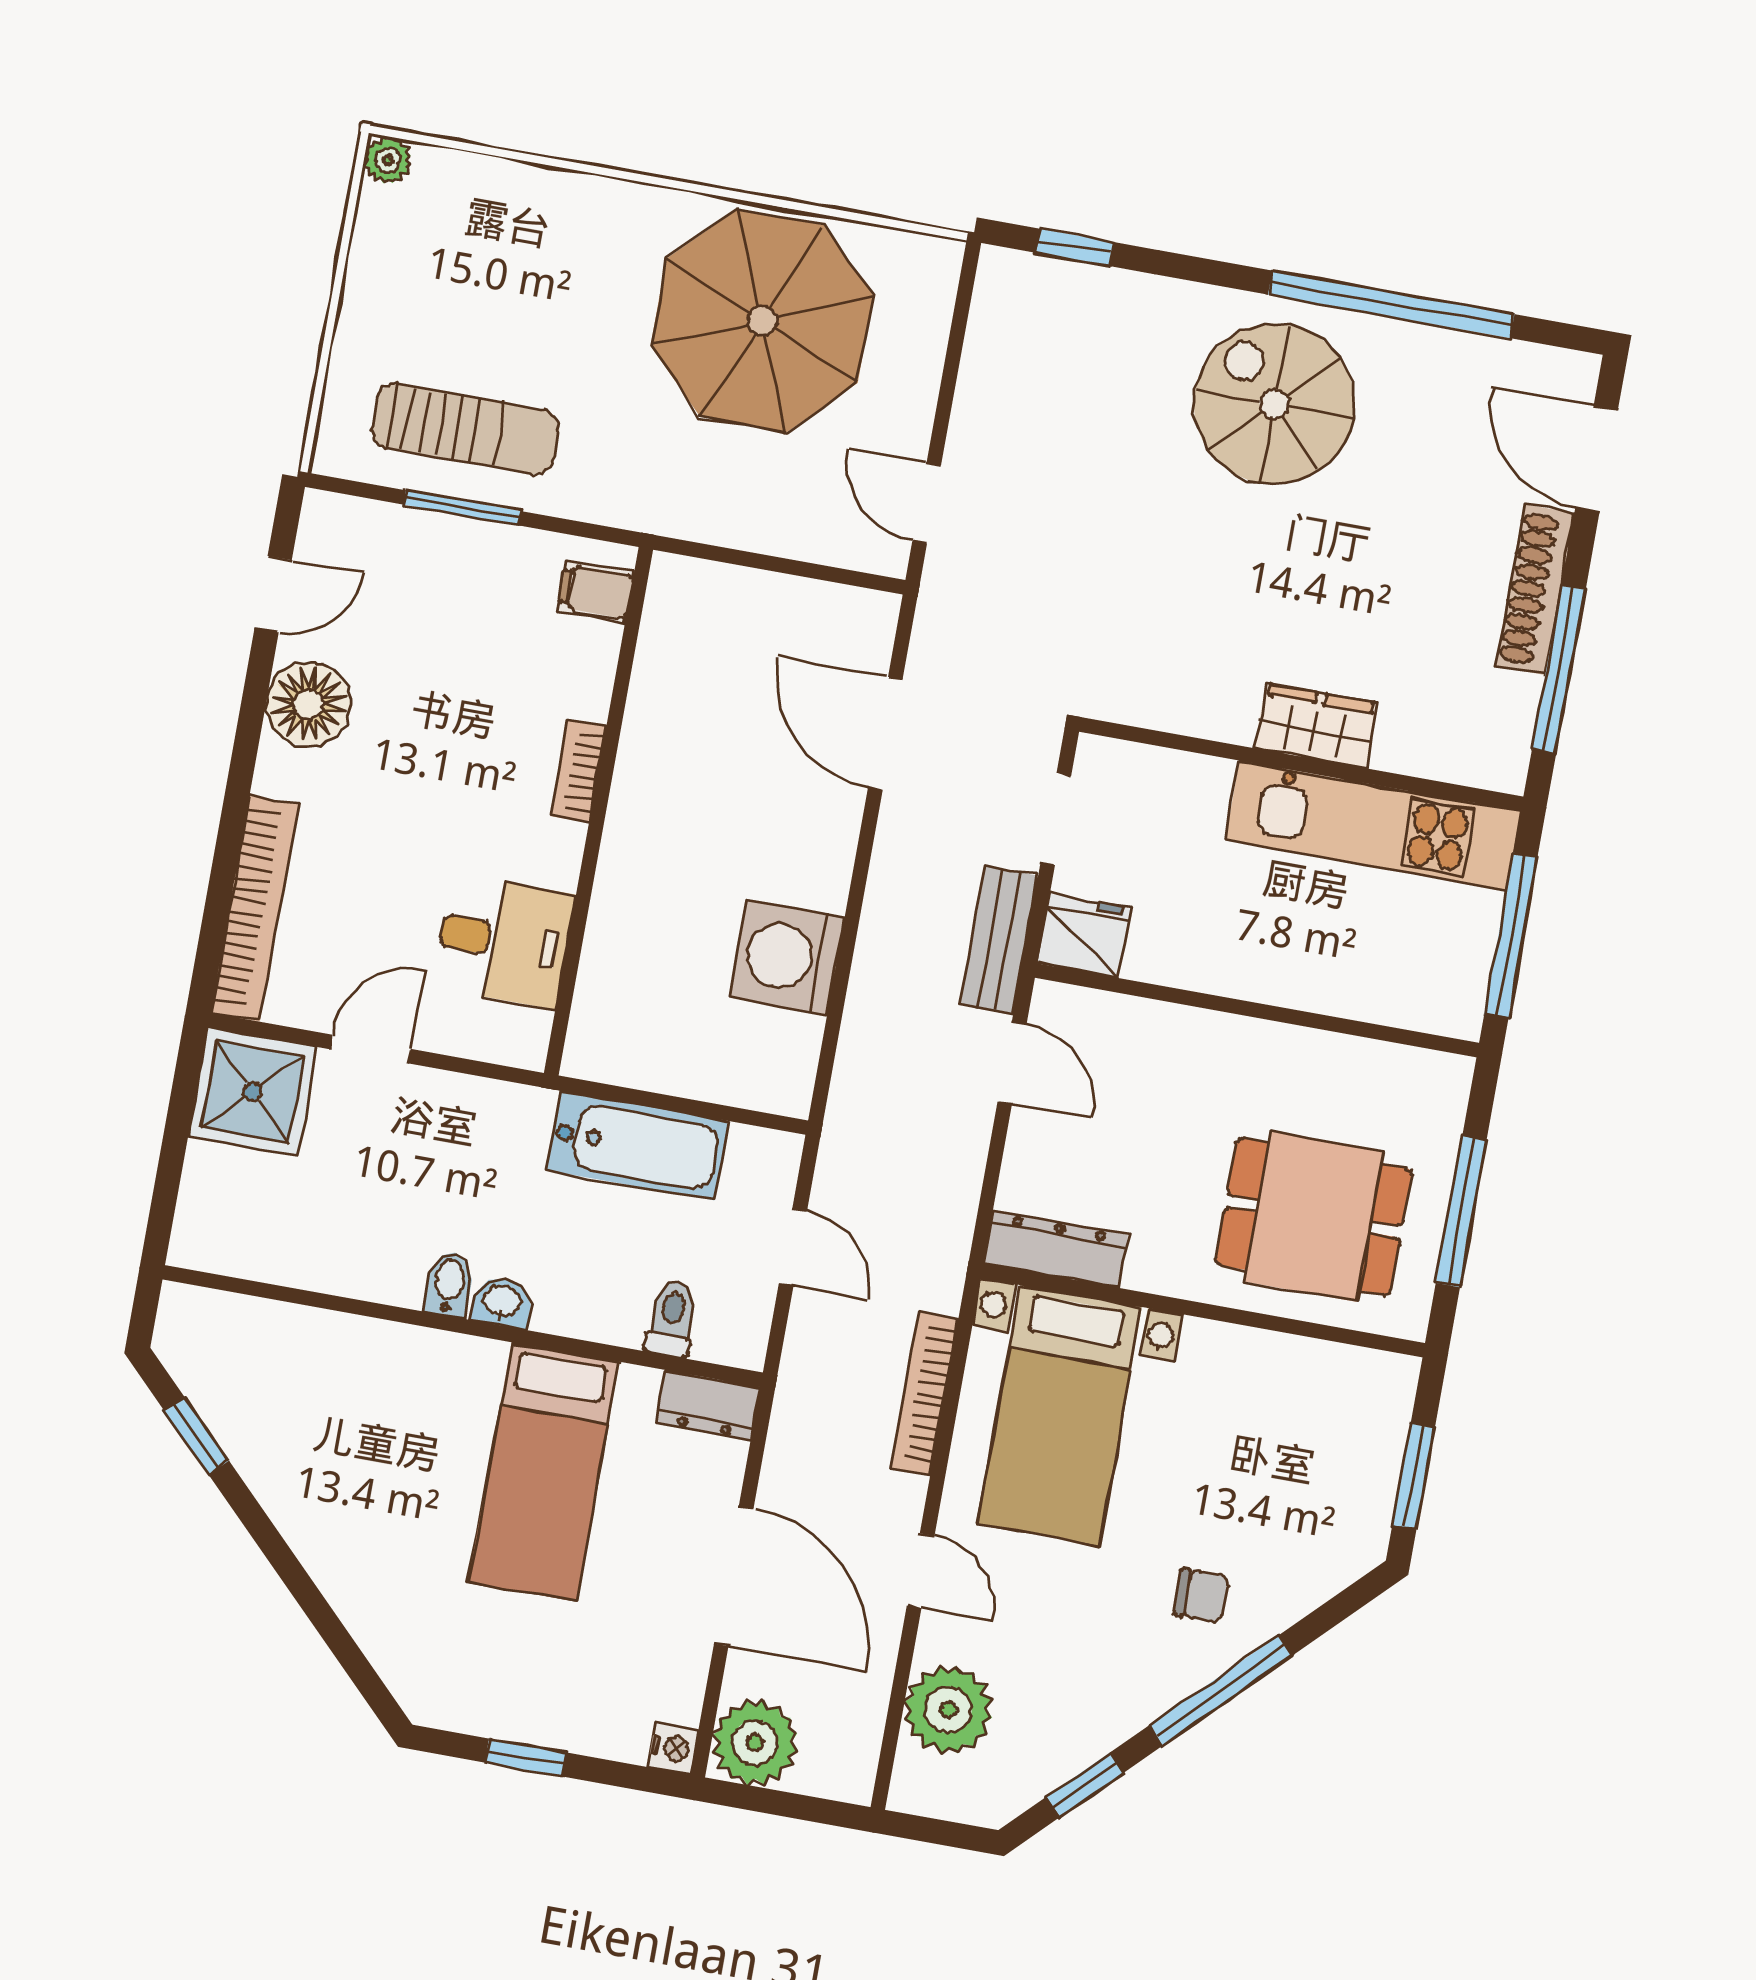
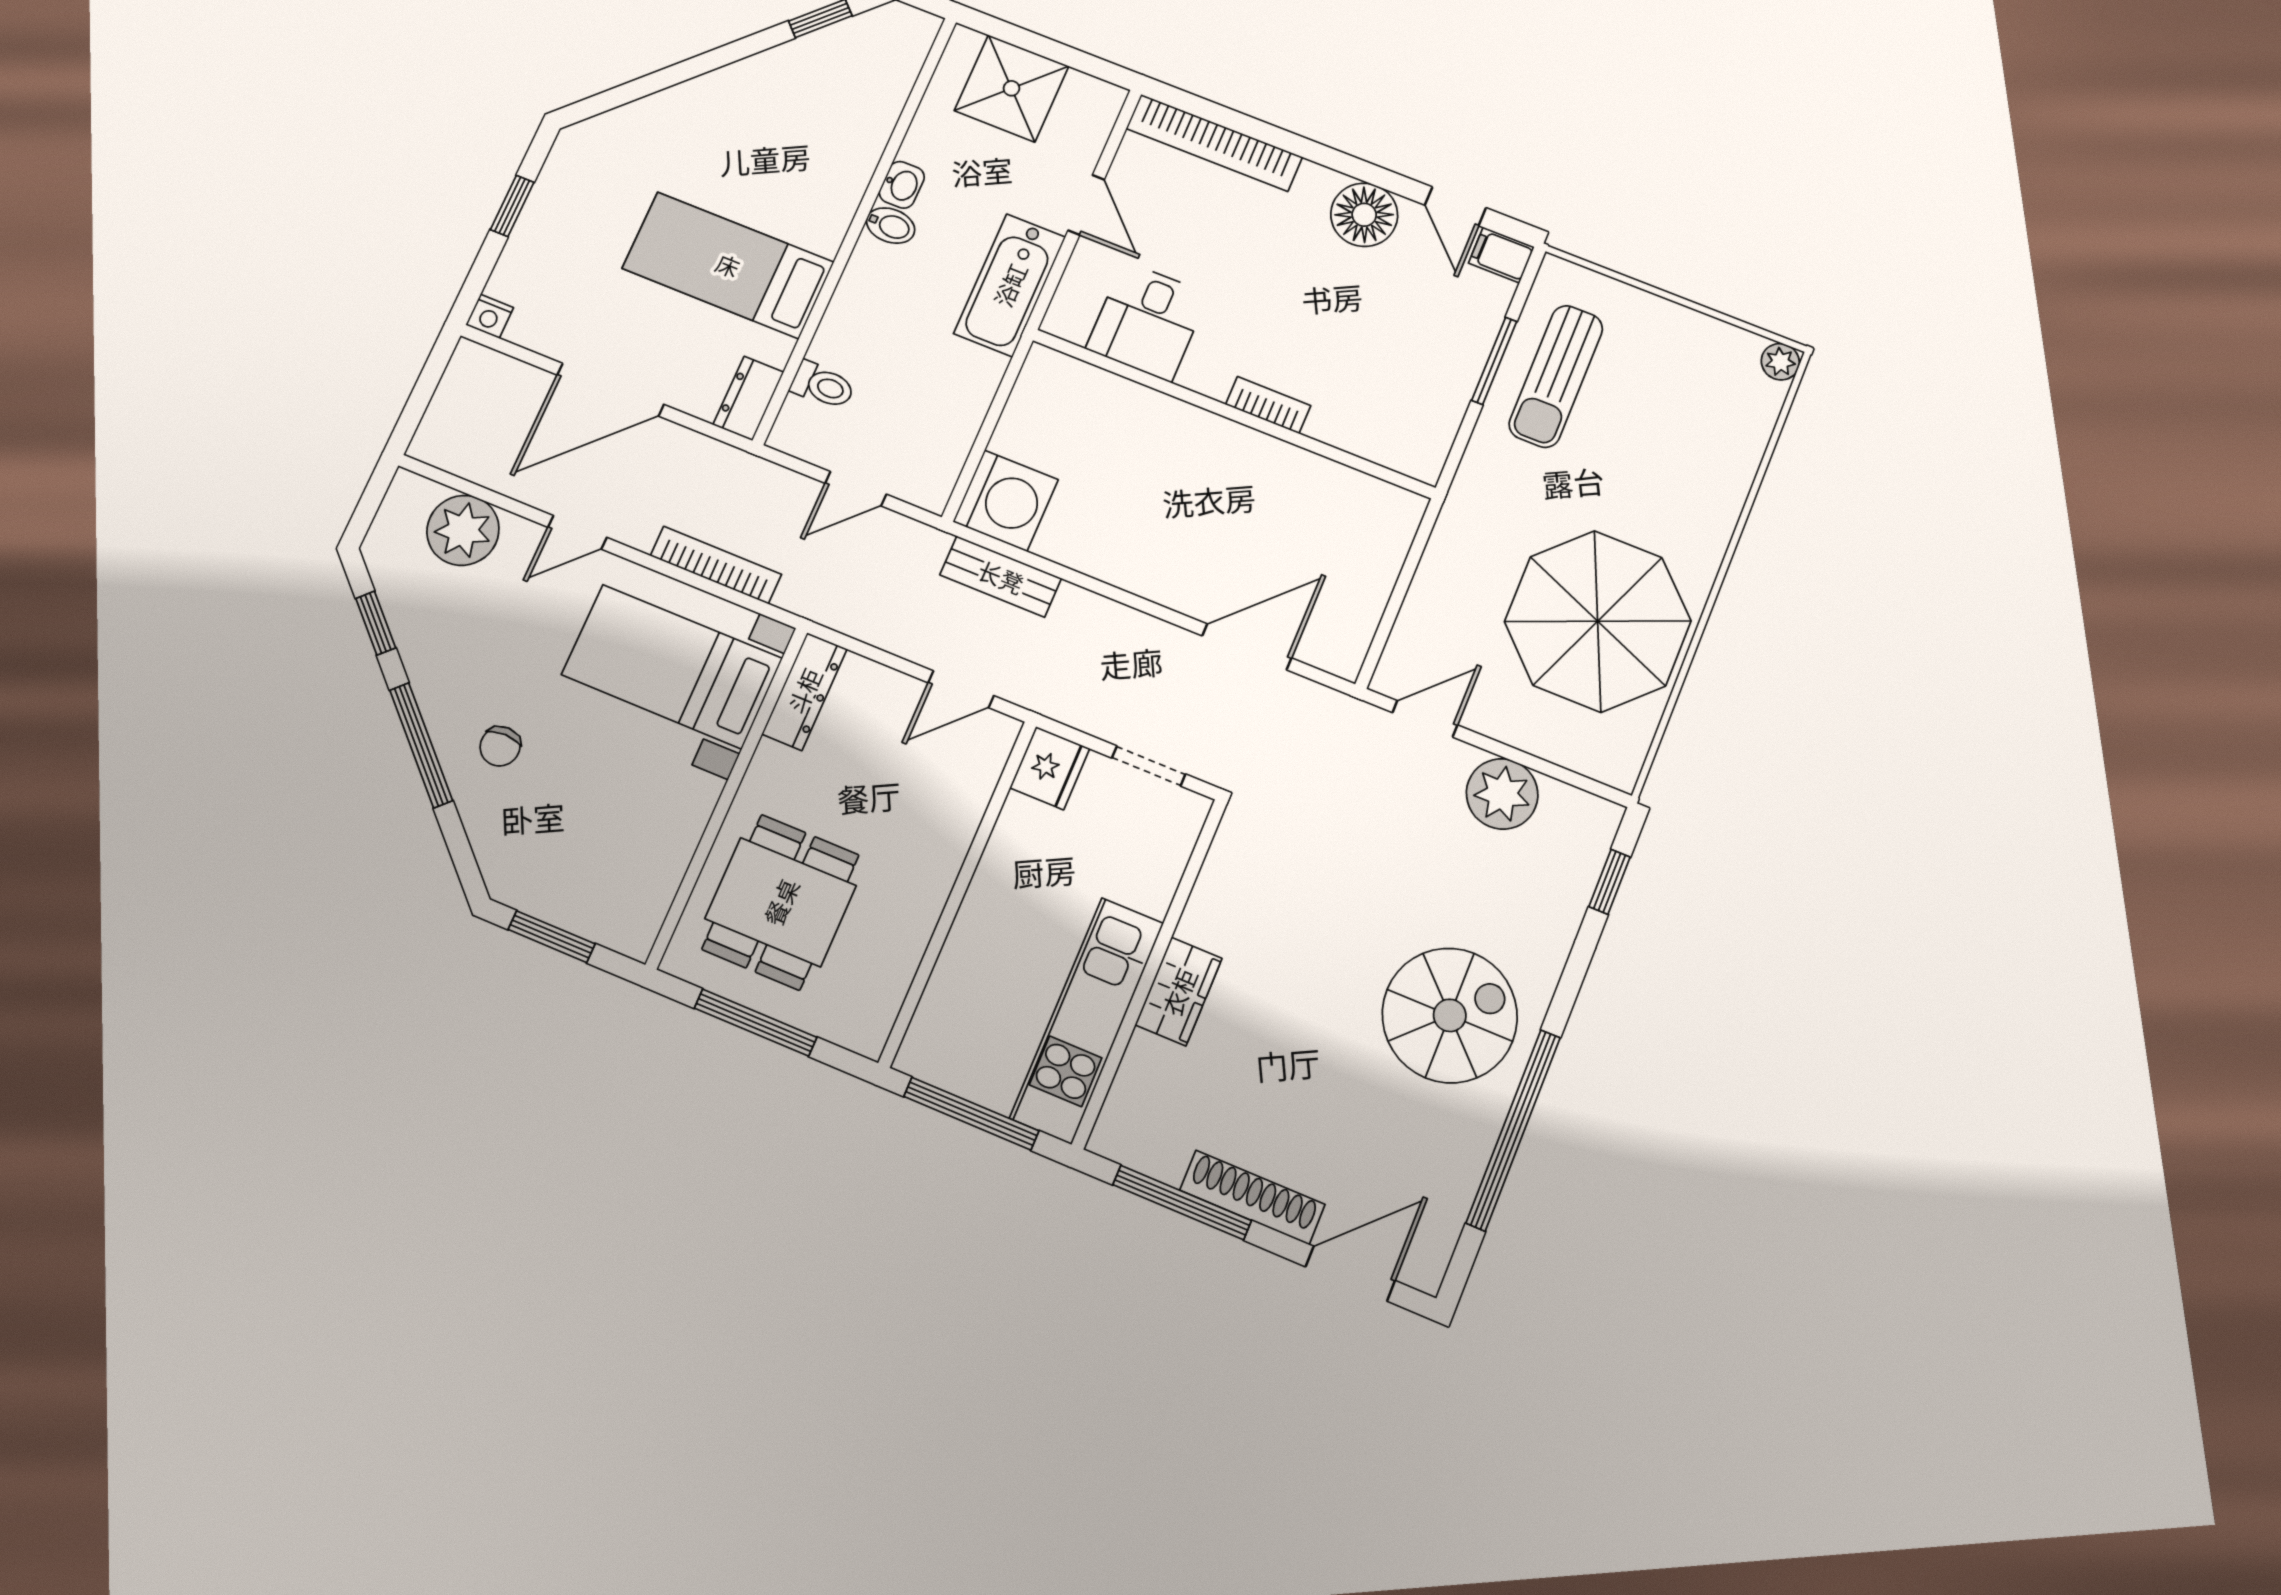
filing cabinet: (596, 592) -> (1501, 255), moved, turned -90
bench: (999, 940) -> (1001, 577), moved
washing machine: (787, 957) -> (1006, 501), moved, turned 90
shower: (253, 1092) -> (1011, 88), moved
bathtub: (637, 1146) -> (1010, 285), moved
washbasin: (502, 1302) -> (902, 185), moved
plant: (755, 1743) -> (1502, 794), moved

